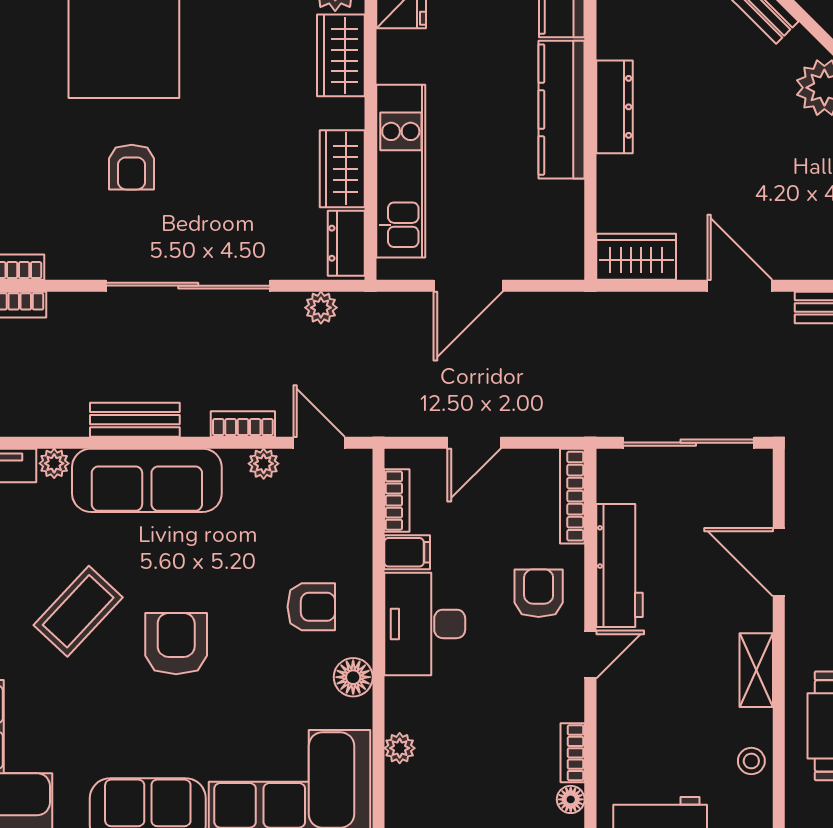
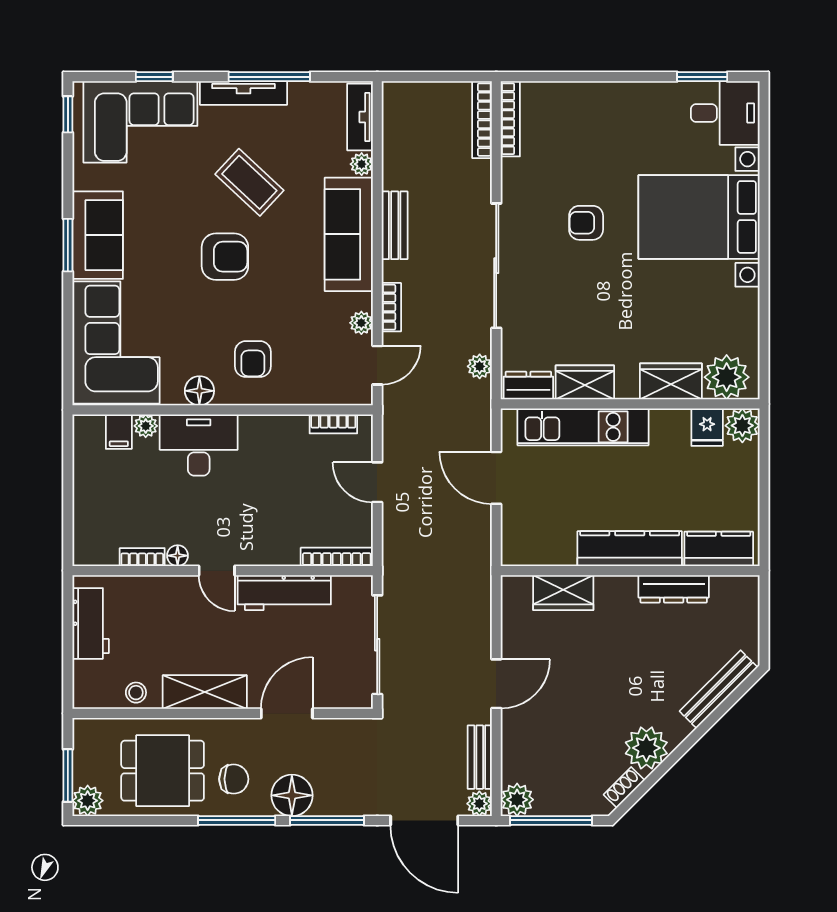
dresser: (614, 107) -> (674, 589), moved
wardrobe: (636, 257) -> (563, 593), moved, turned 90
filing cabinet: (407, 552) -> (119, 432), moved
armchair: (539, 593) -> (263, 531), removed
desk: (425, 624) -> (199, 445), moved
shelving: (756, 670) -> (205, 692), width x1.50, depth x1.33
floor lamp: (571, 799) -> (178, 556), moved

